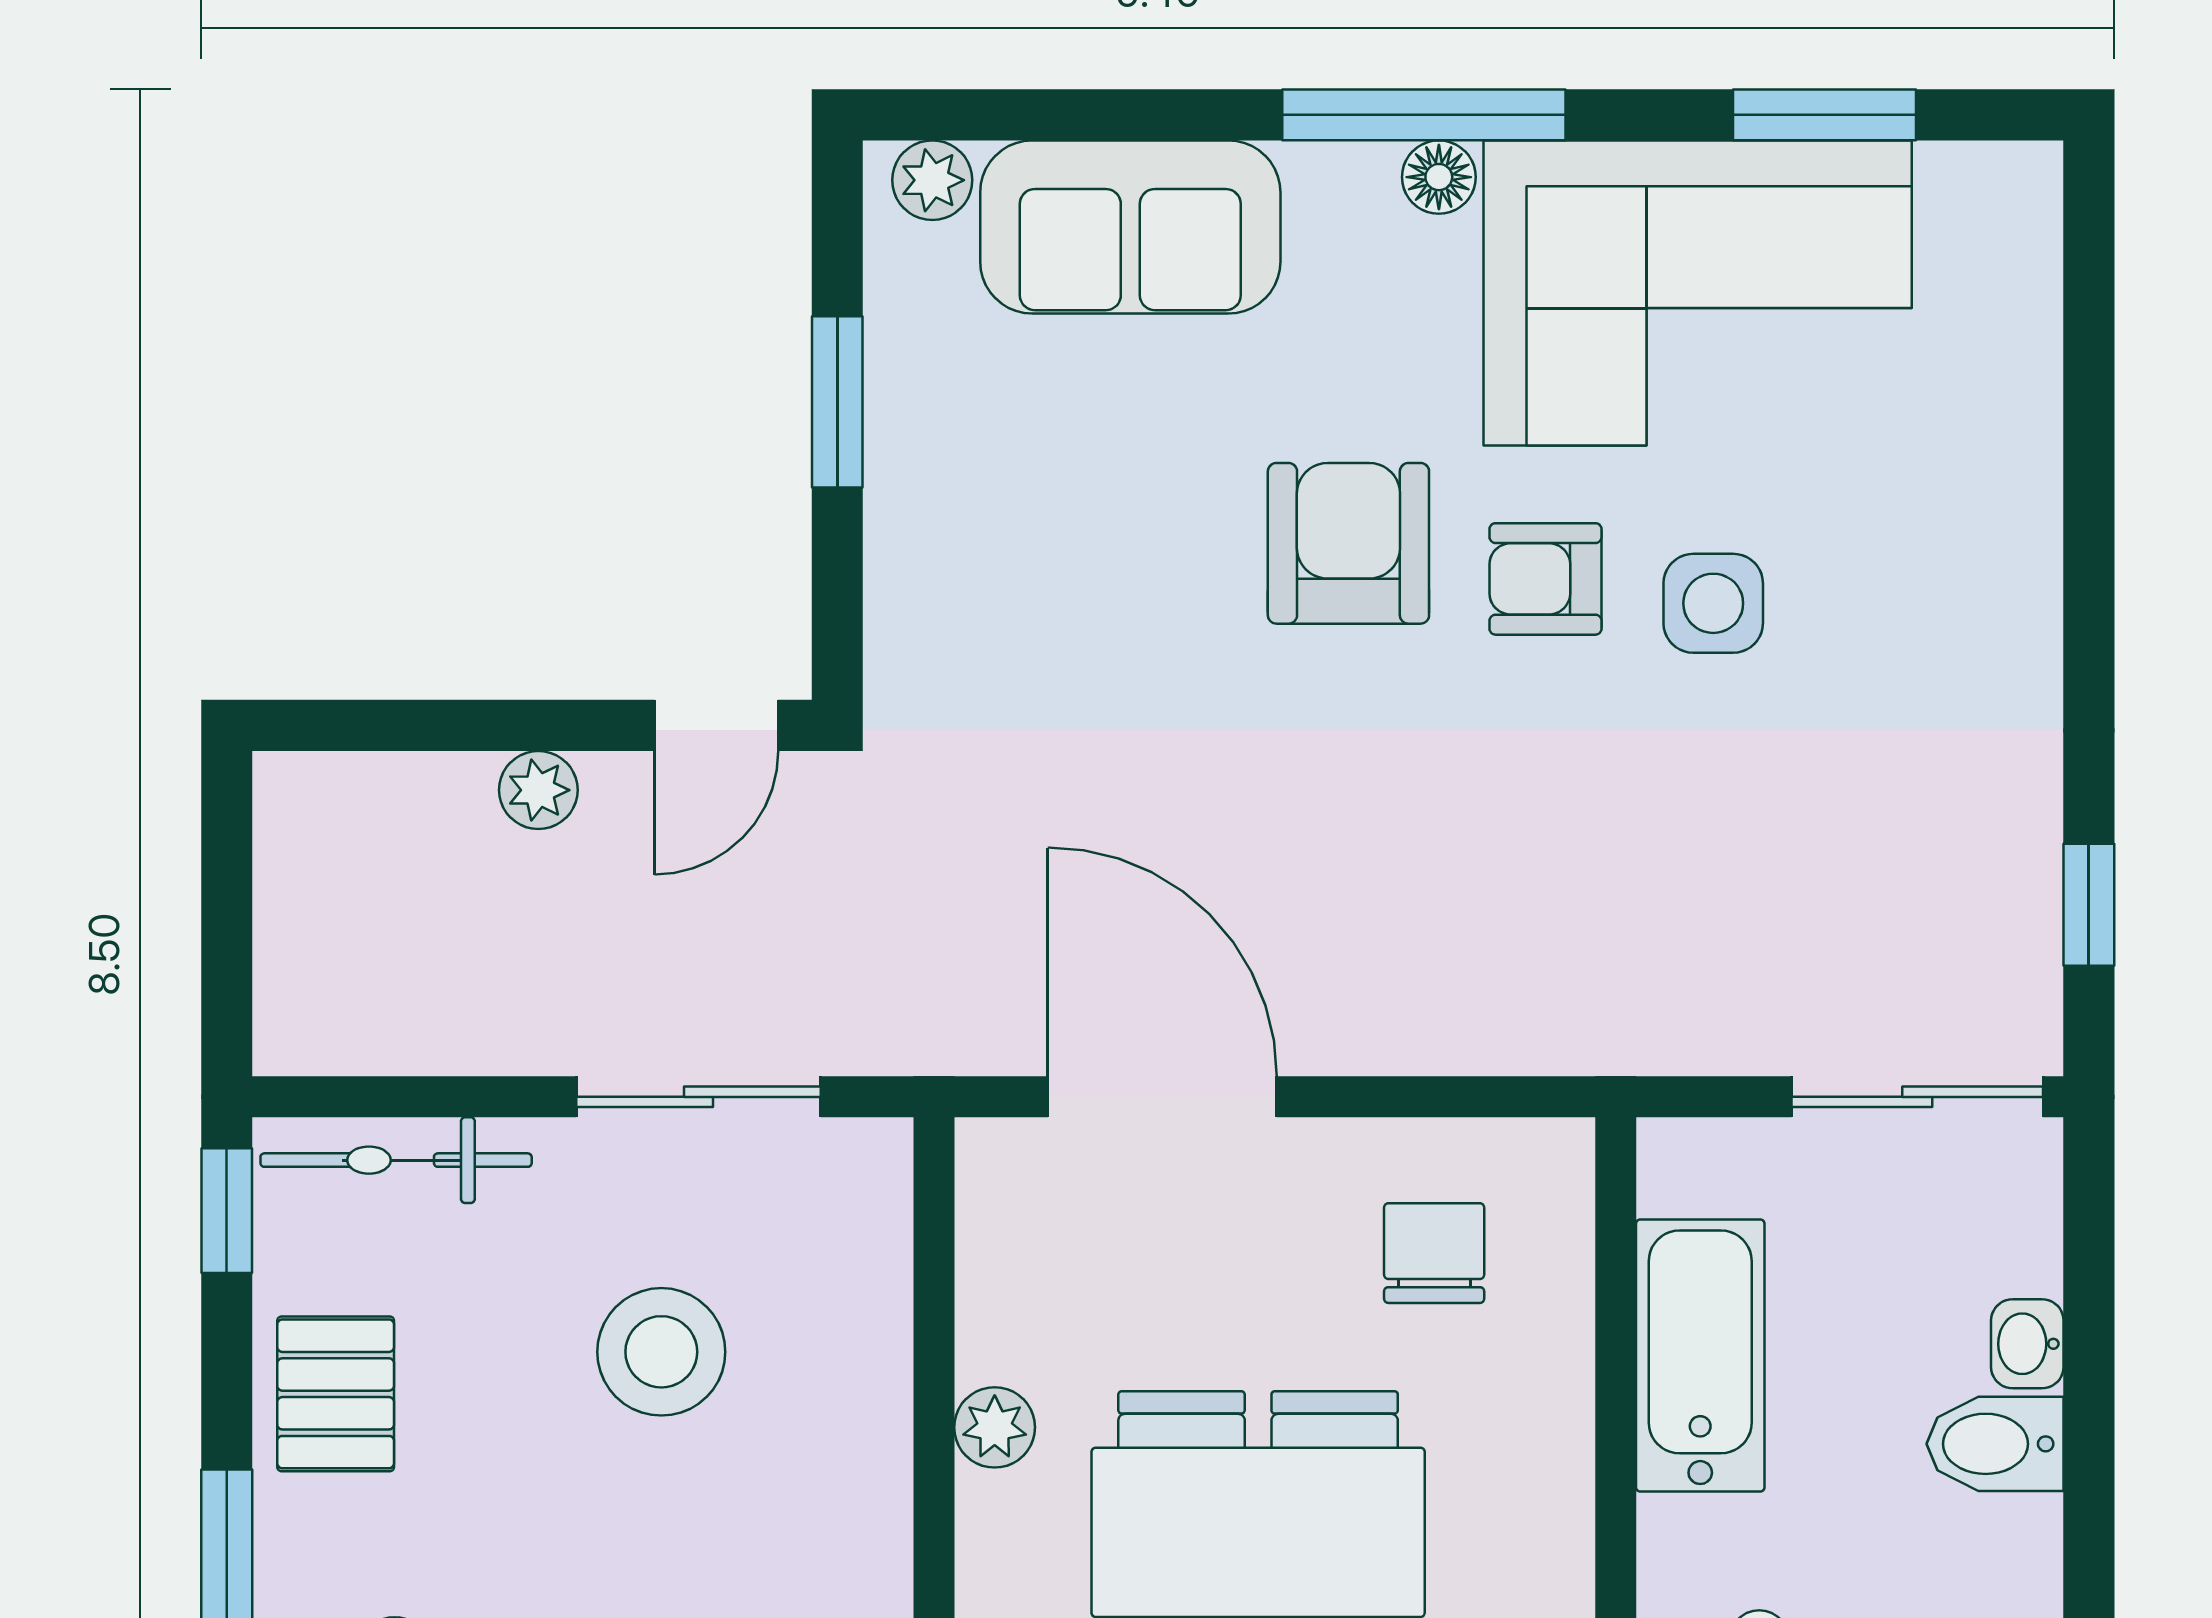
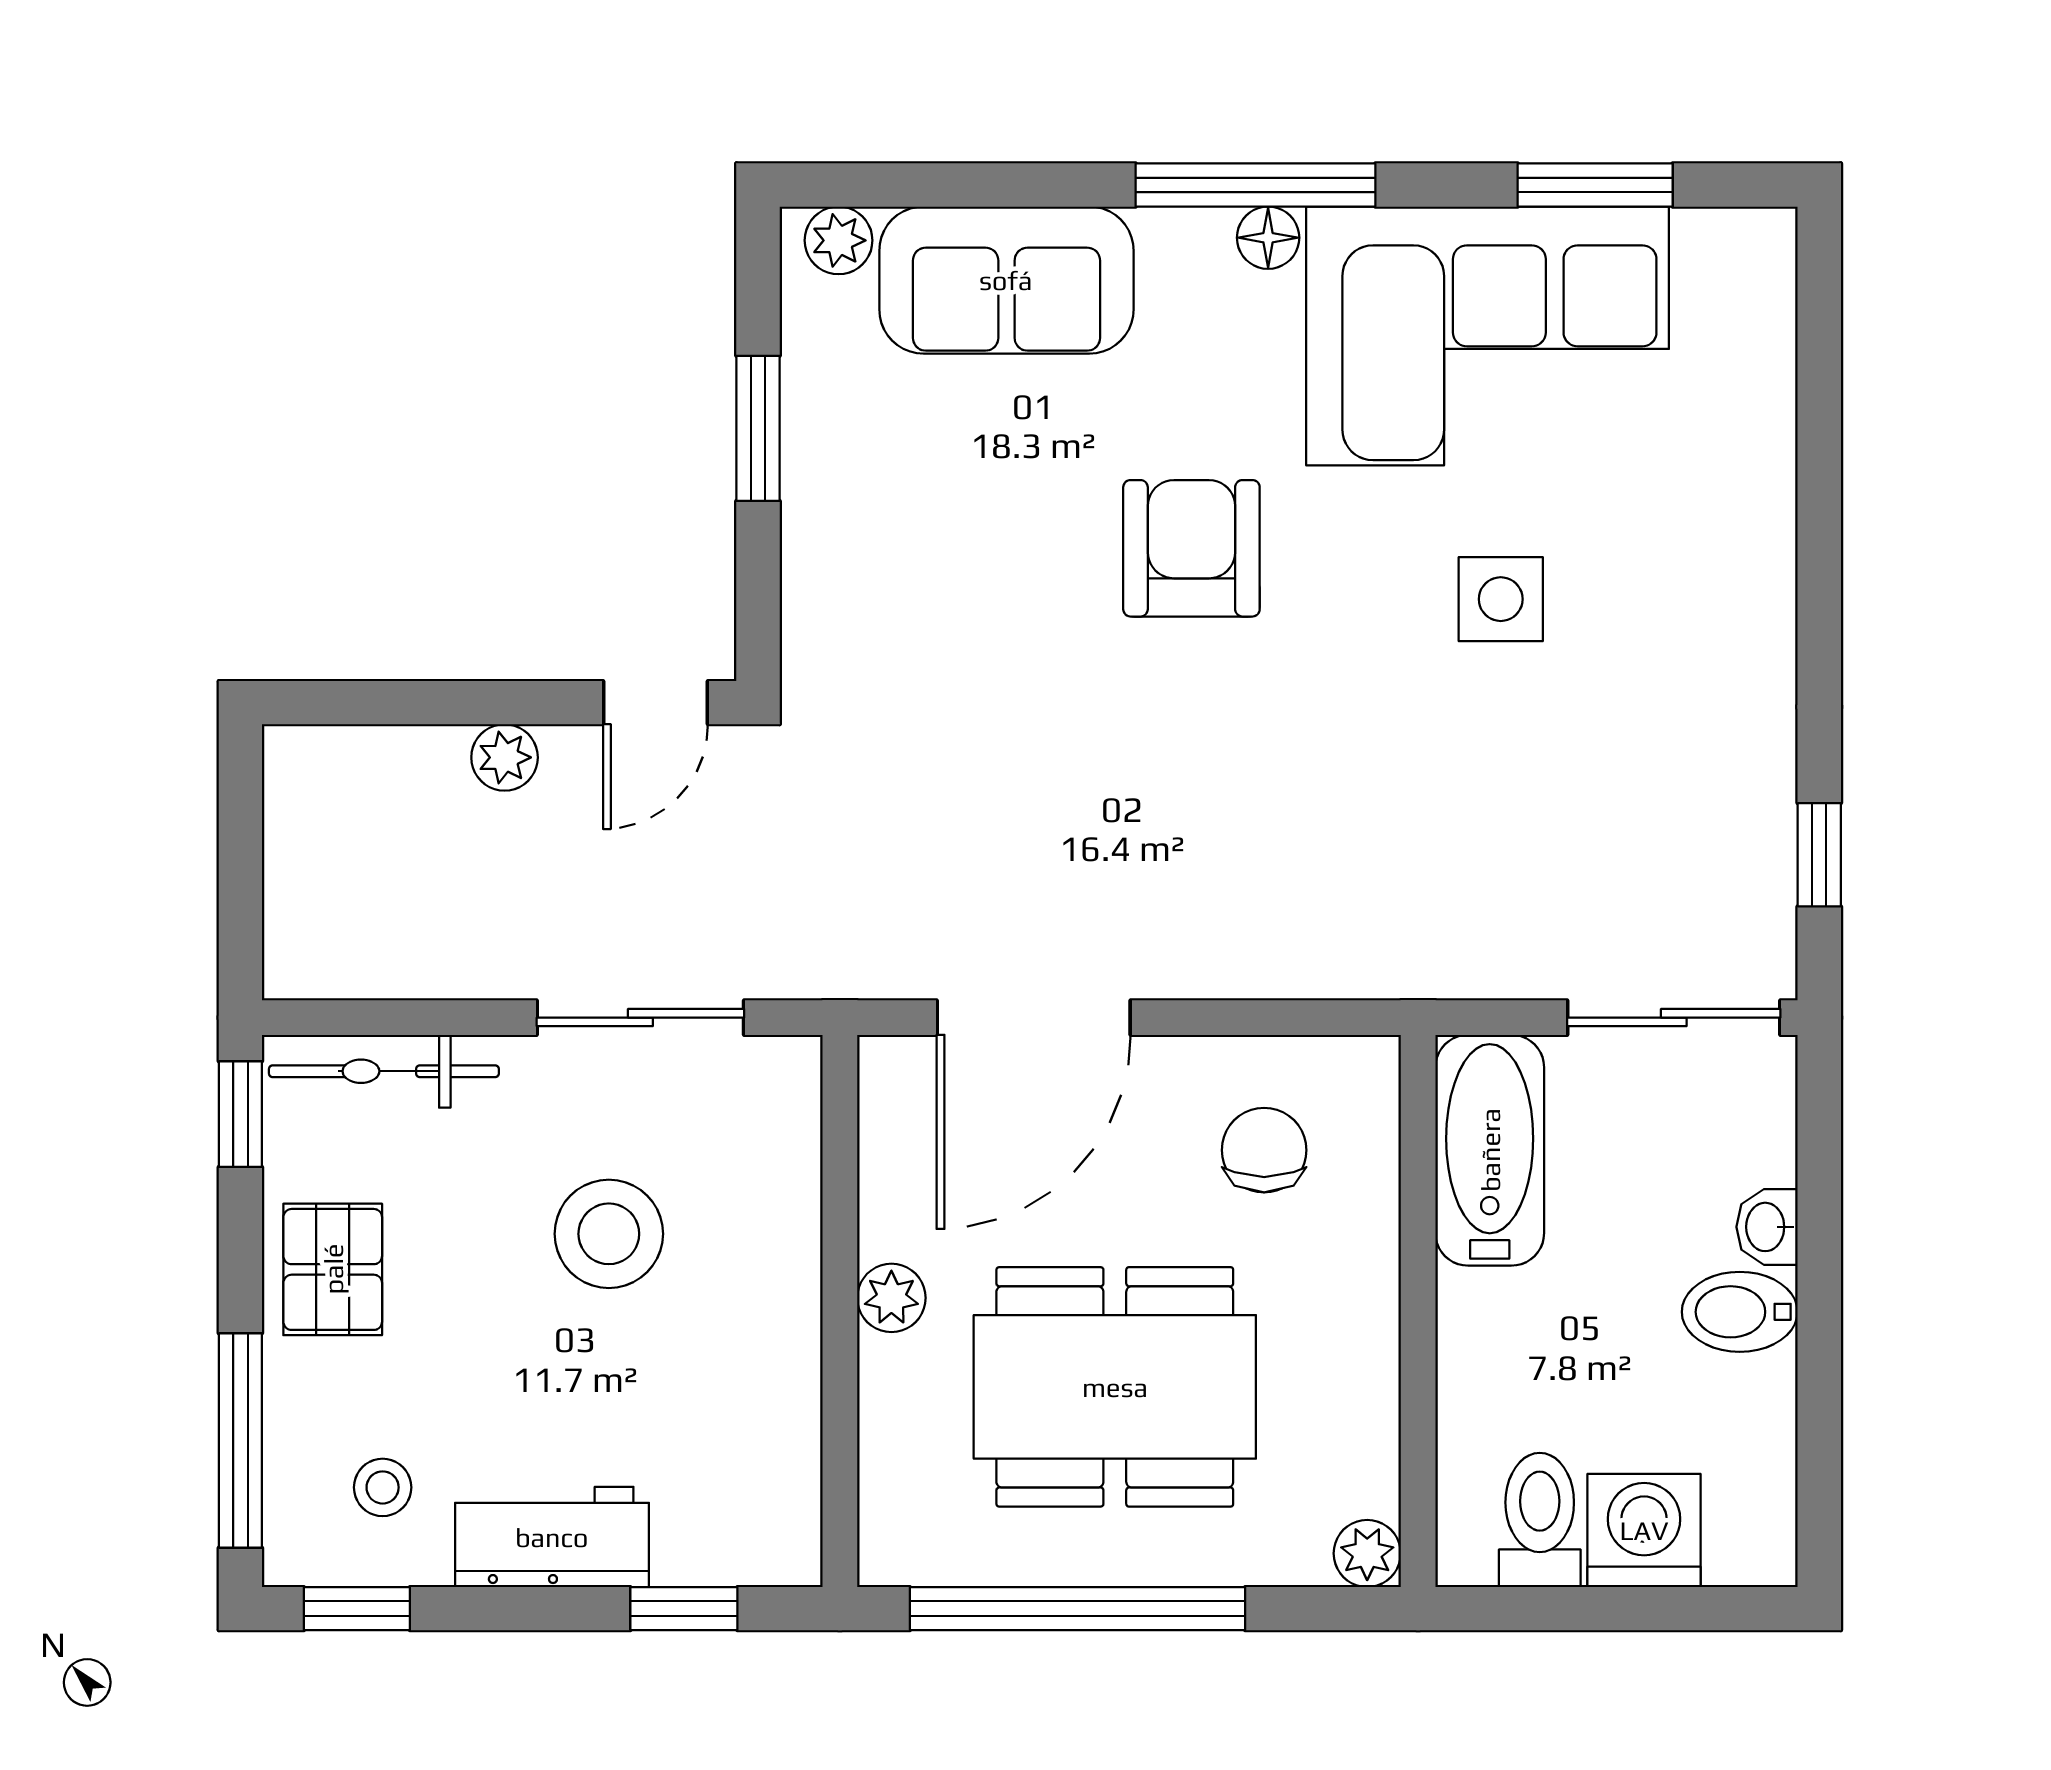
armchair: (1546, 579) -> (1359, 578), removed
door: (1162, 1097) -> (1034, 1018), swing flipped
bathtub: (1700, 1356) -> (1490, 1150), moved

